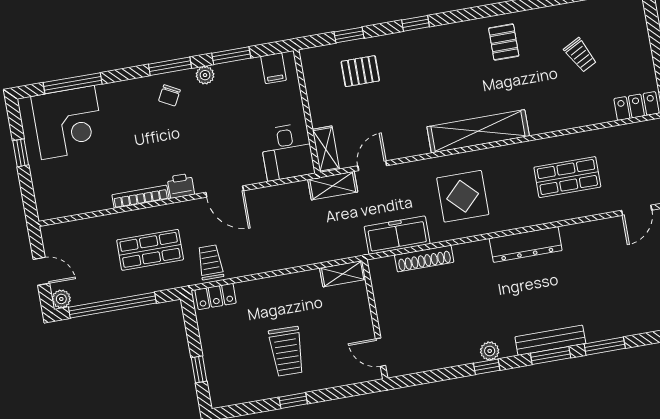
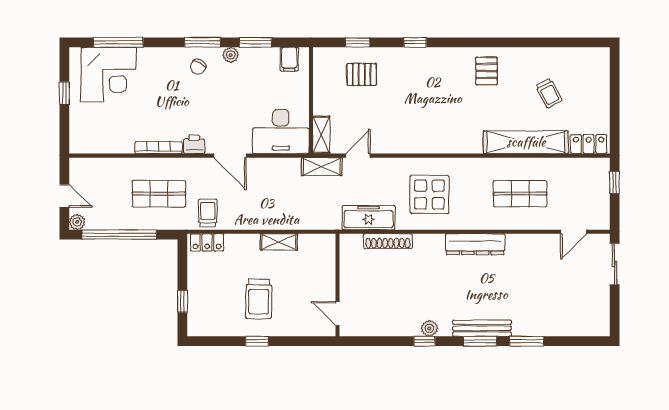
shelving: (478, 131) -> (526, 142), moved
desk: (287, 152) -> (281, 132), width x1.37
shelving: (343, 274) -> (279, 242), moved

